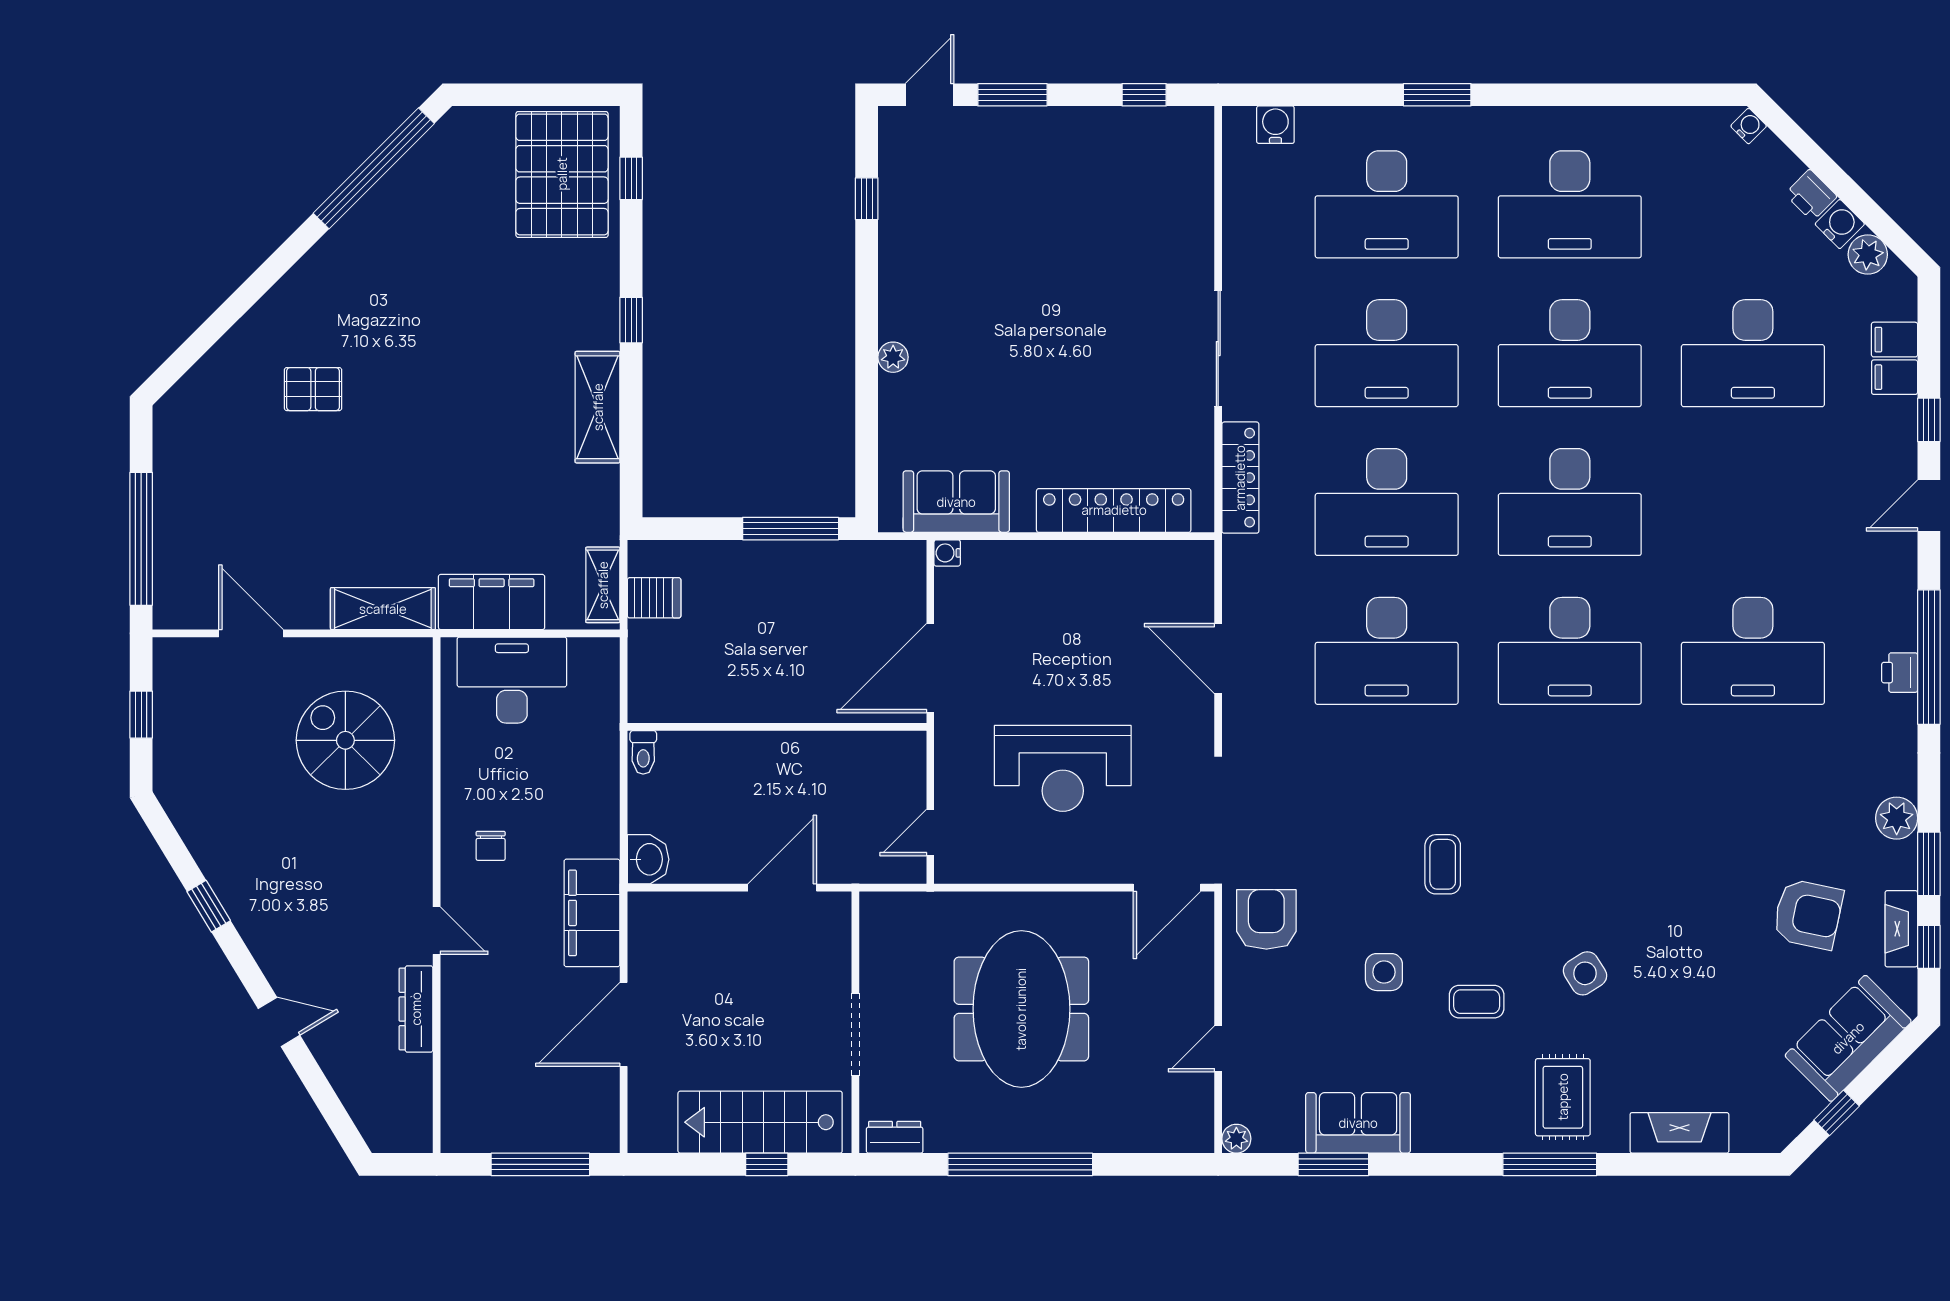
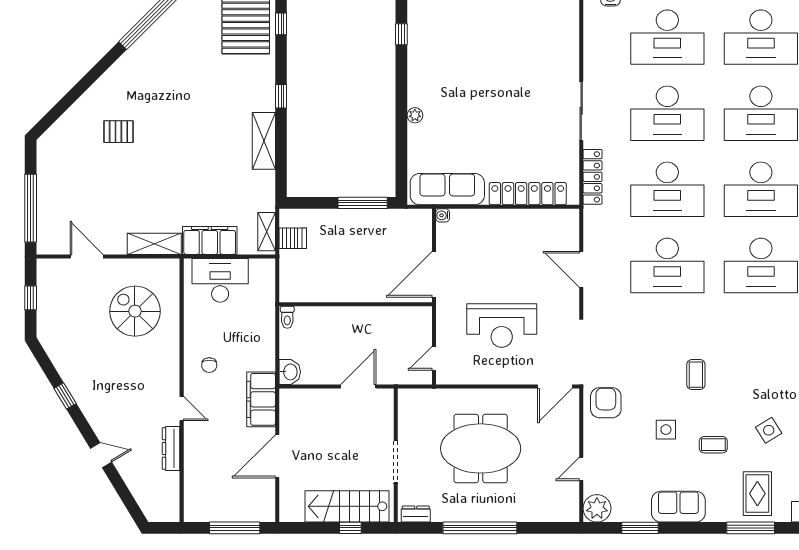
sofa: (956, 502) -> (447, 189), width x1.36
meeting table: (1021, 1009) -> (481, 448), turned 90
sofa: (1358, 1123) -> (678, 507), moved
plant: (1236, 1139) -> (597, 508), width x1.88, depth x1.88

